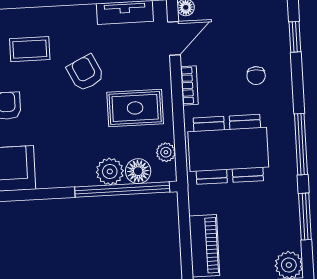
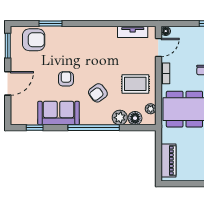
coffee table: (30, 49) -> (80, 49), removed
armchair: (85, 73) -> (98, 93), moved, turned -101
window: (122, 189) -> (94, 128), moved

